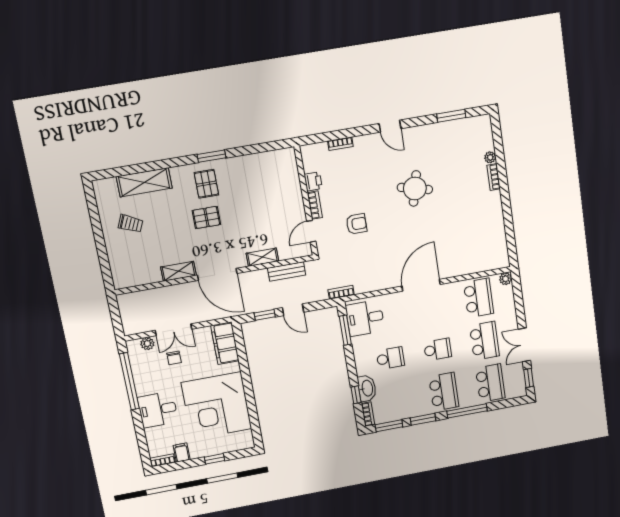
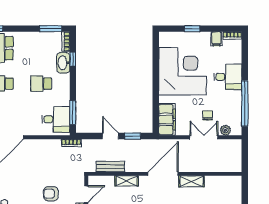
door: (217, 274) -> (163, 174), hinge flipped
window: (423, 419) -> (23, 29), removed

